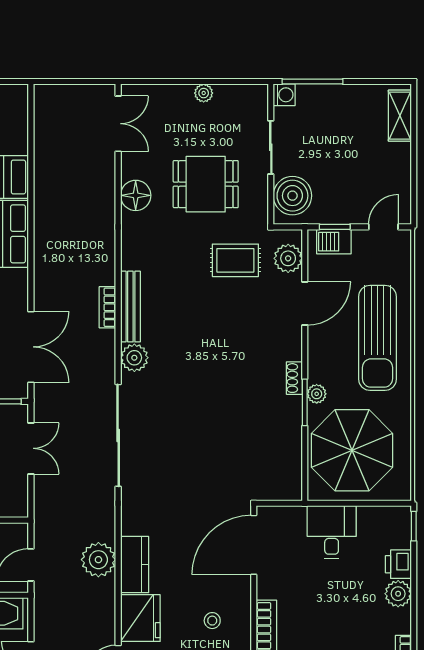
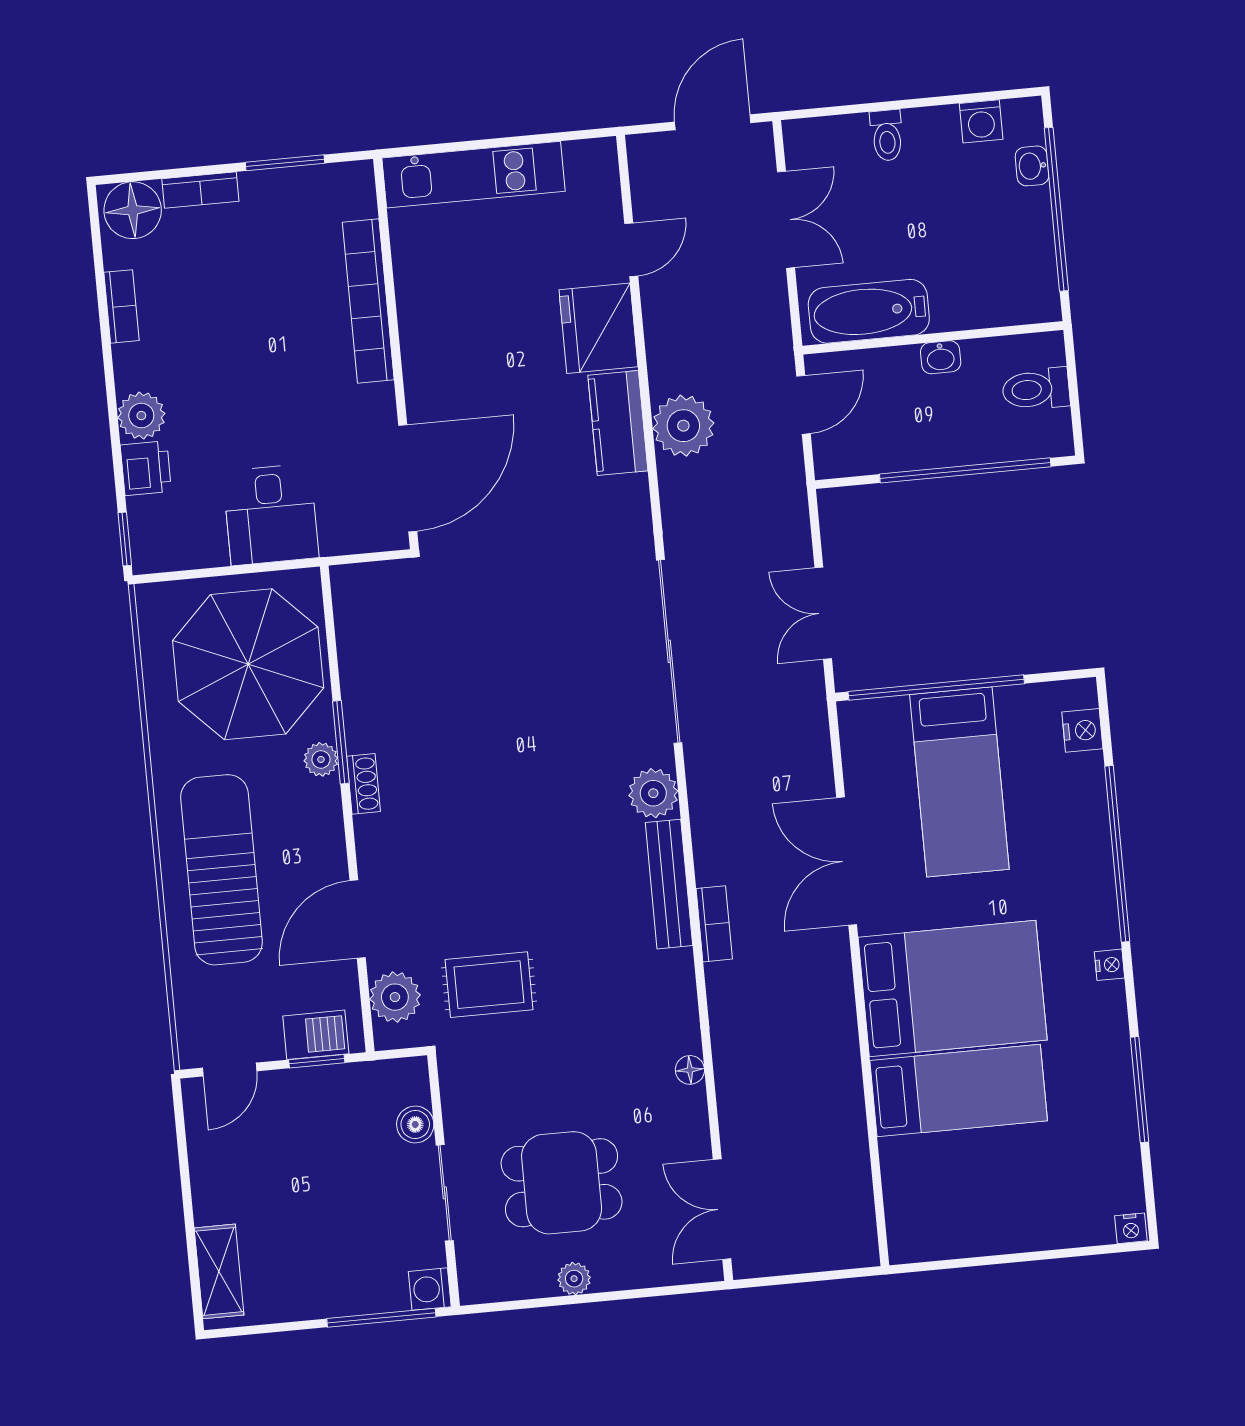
dining table: (206, 184) -> (562, 1183), moved
floor lamp: (136, 195) -> (690, 1070), width x0.53, depth x0.53
boiler: (292, 196) -> (415, 1124), width x0.54, depth x0.54
bookcase: (107, 307) -> (714, 924), moved
double door: (31, 347) -> (847, 861), moved
stool: (212, 621) -> (469, 336), removed

